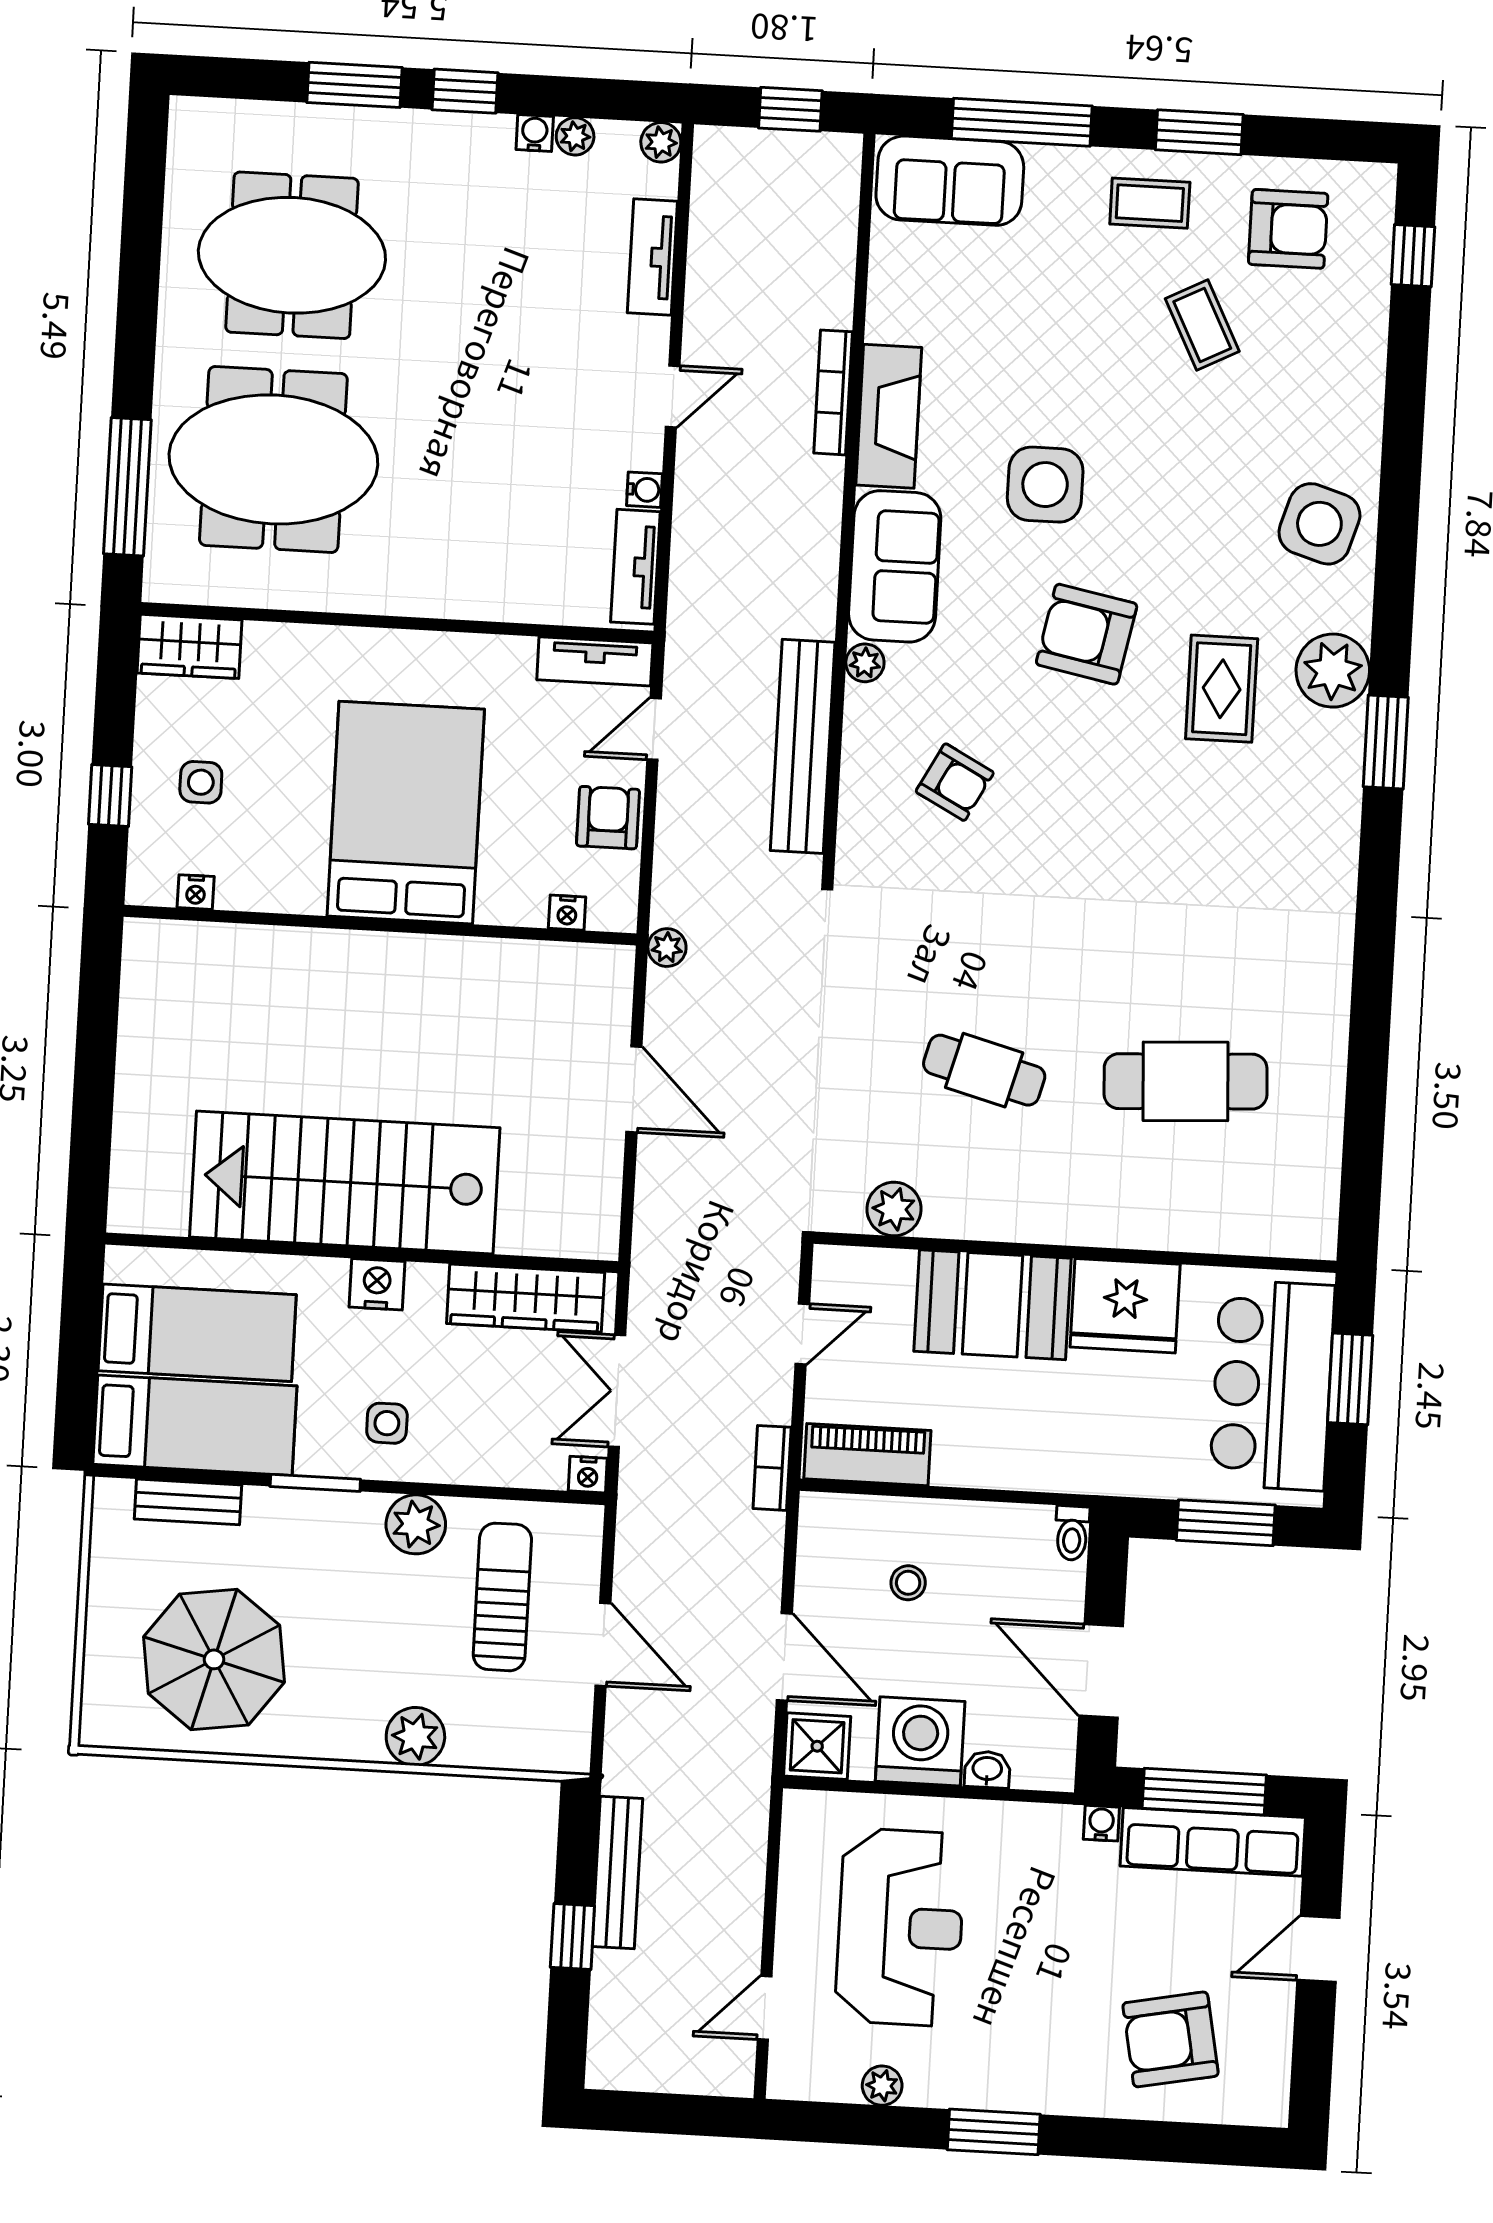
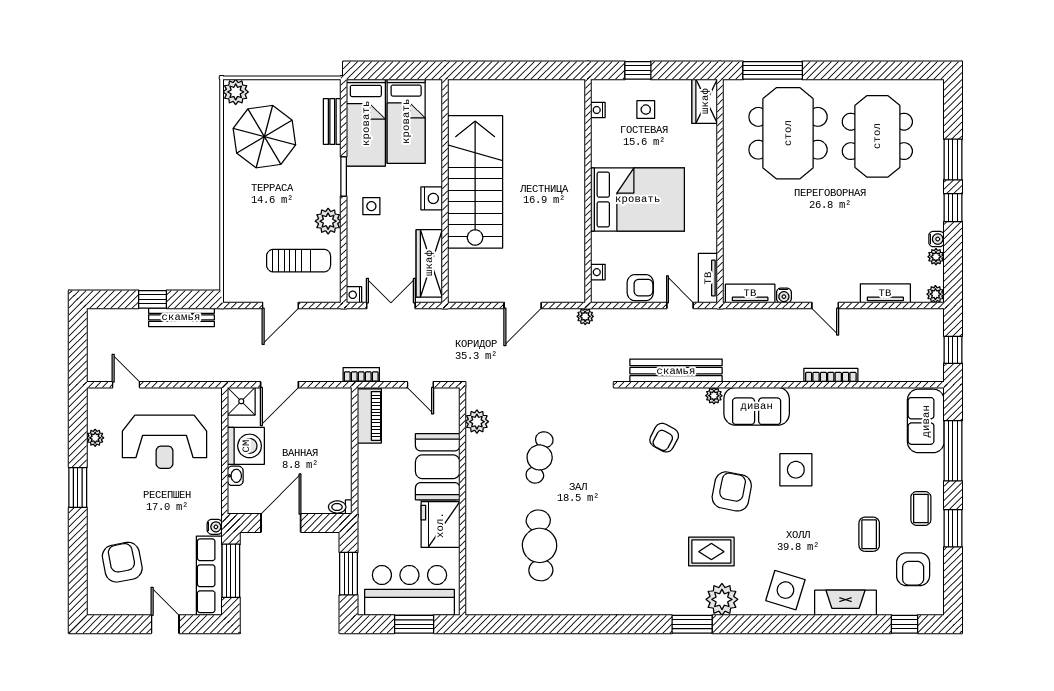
coffee table: (1202, 325) -> (869, 534), turned -63
fireplace: (889, 416) -> (846, 603), moved, turned 180
stool: (908, 1583) -> (315, 437), removed
plant: (415, 1736) -> (236, 92), moved

